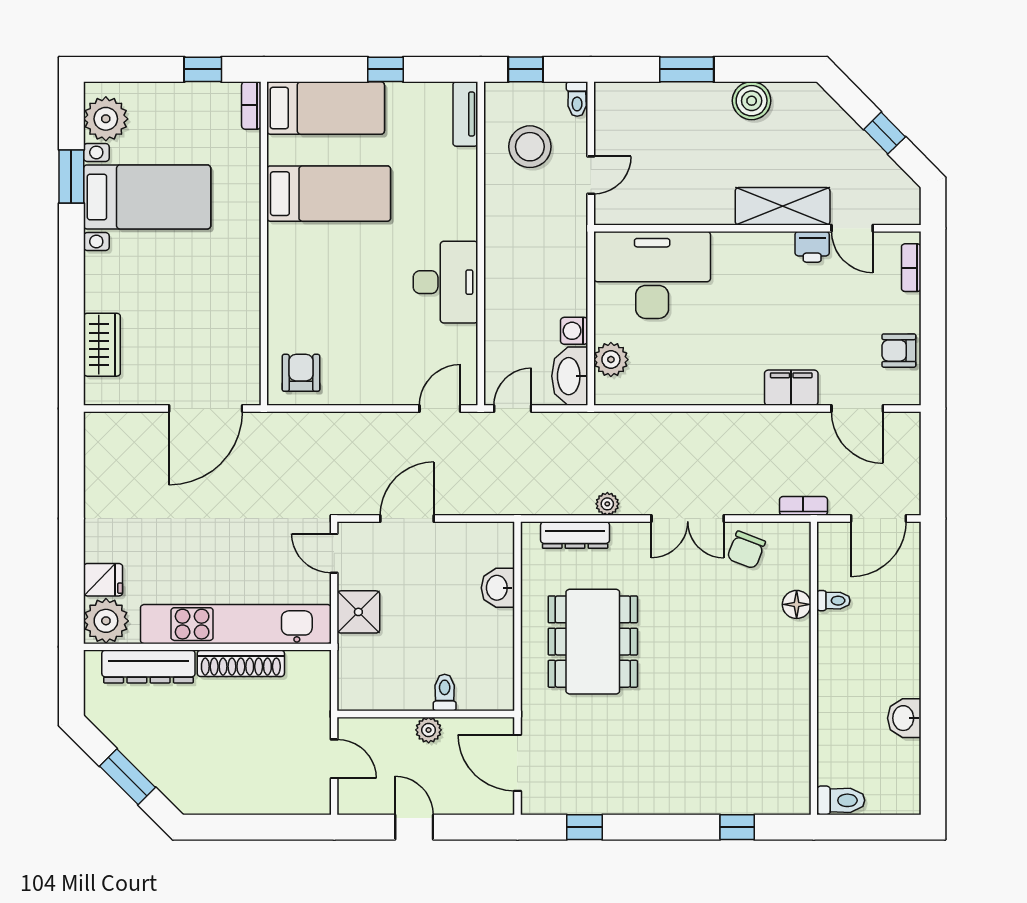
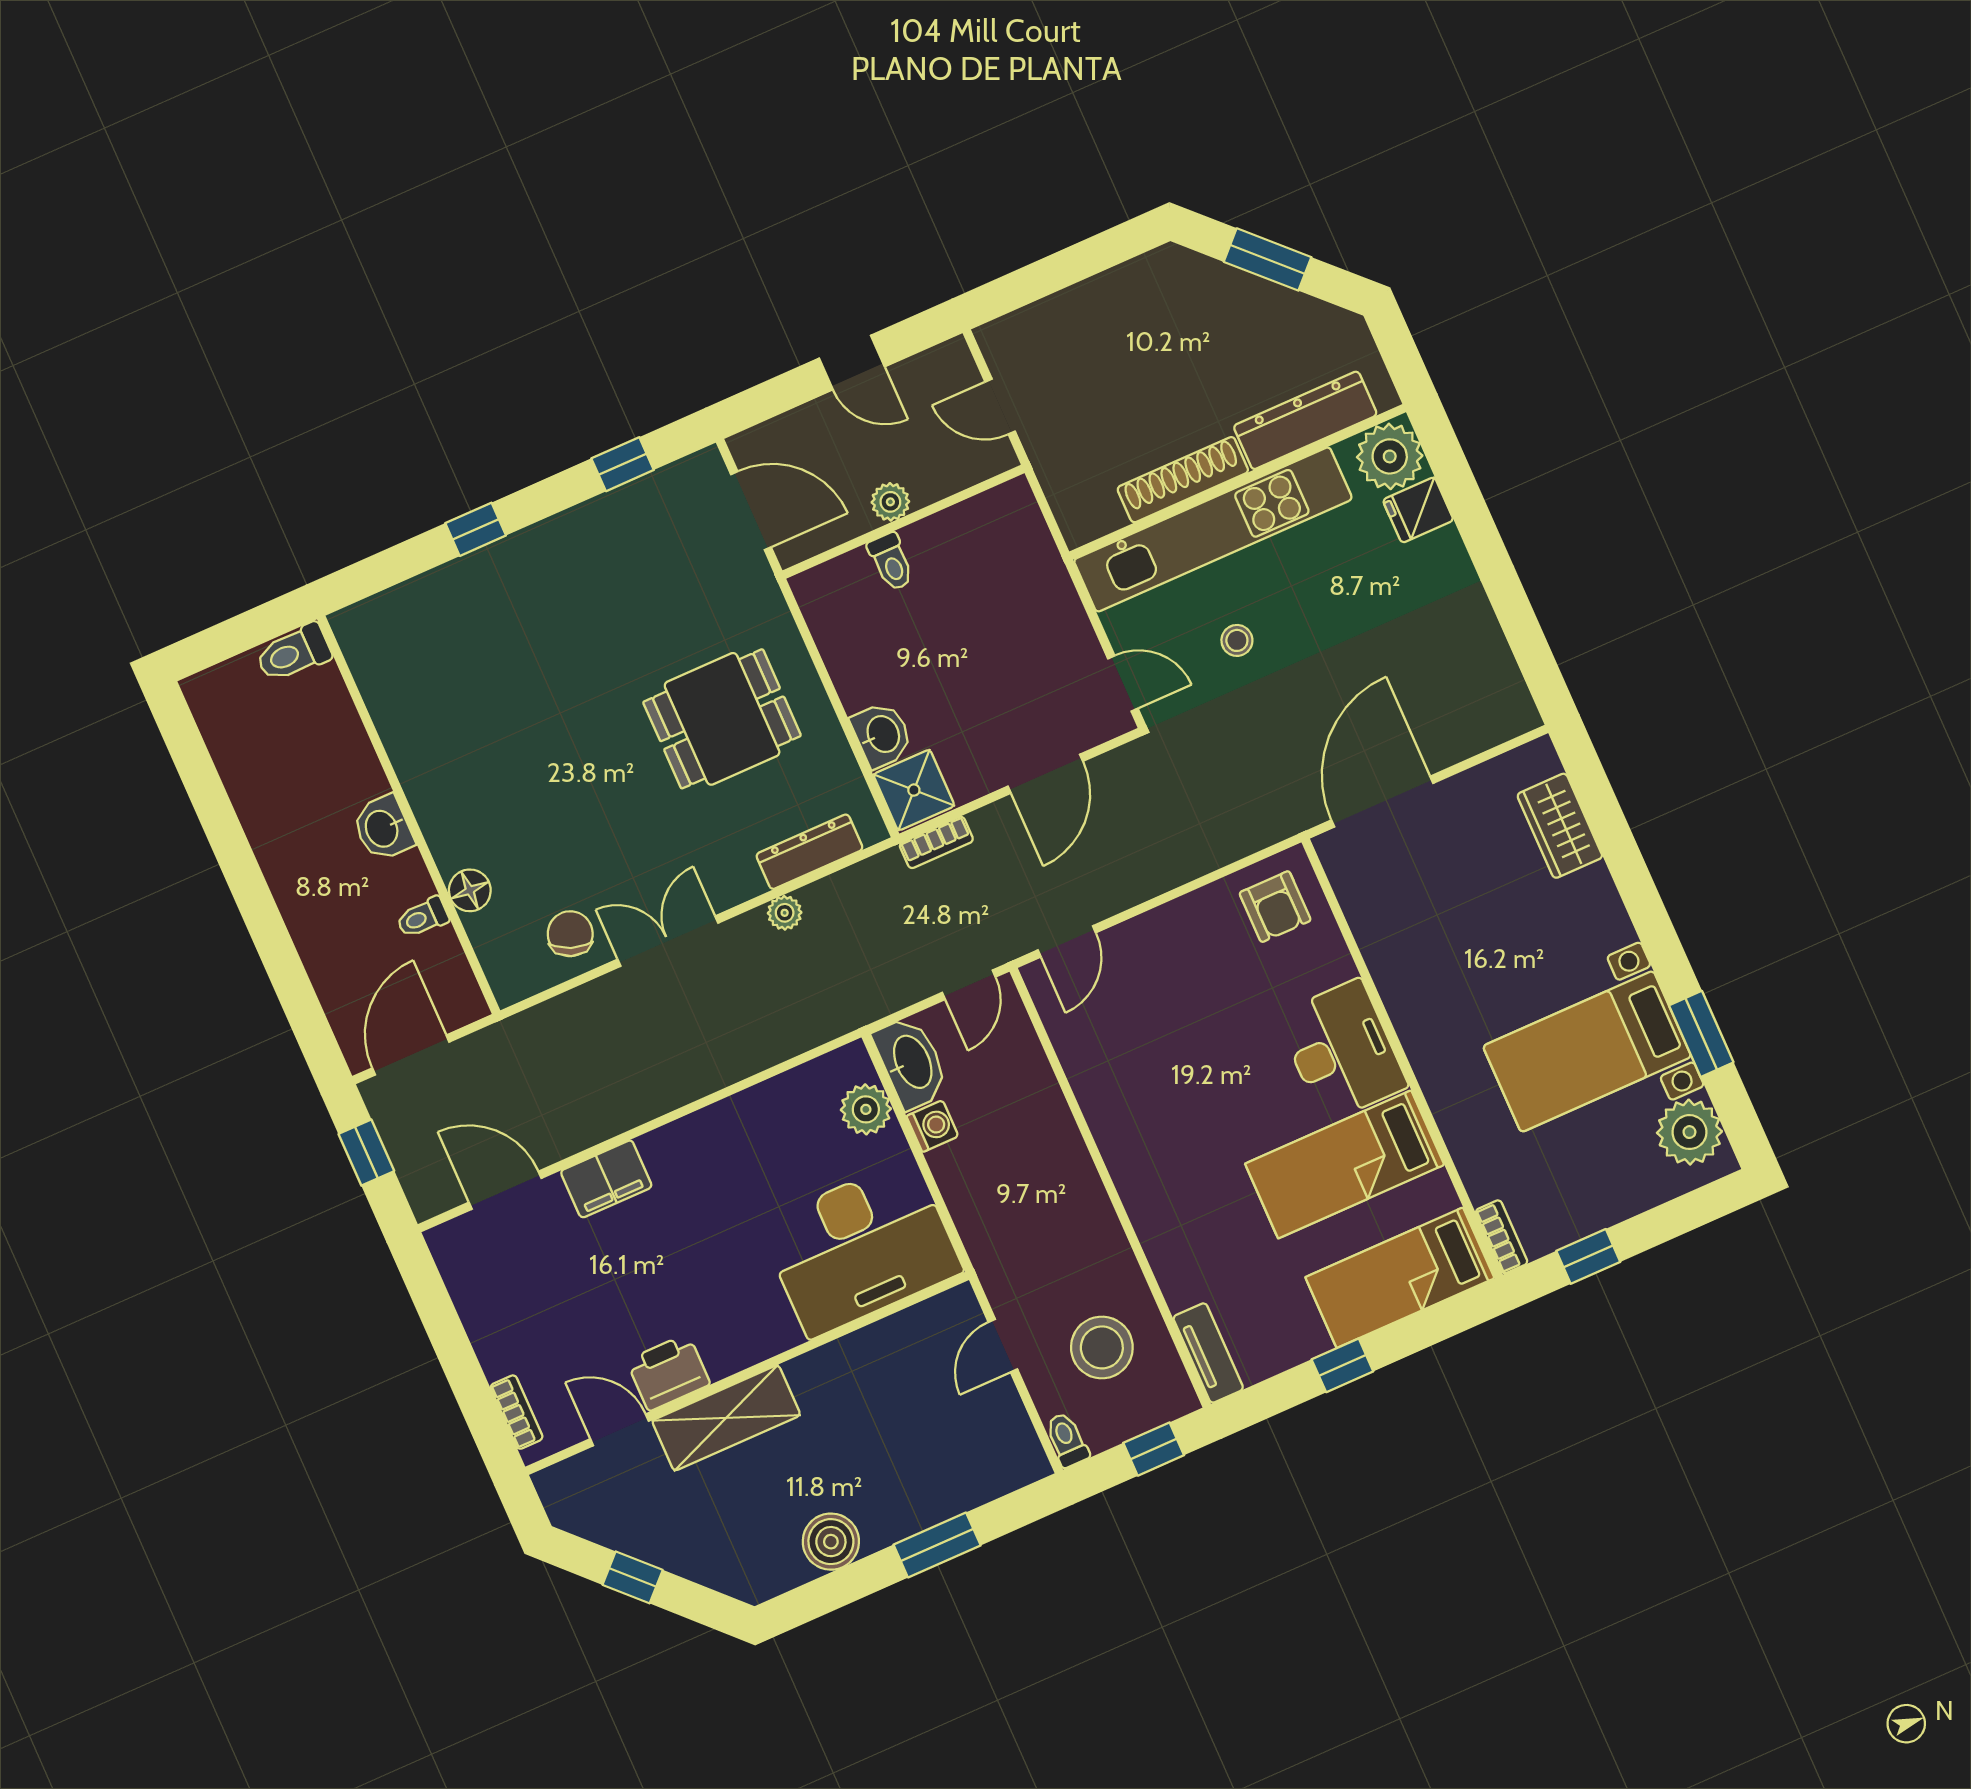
printer: (812, 247) -> (668, 1372), width x1.36, depth x1.24
desk: (446, 282) -> (1342, 1051), moved, turned 180
armchair: (899, 351) -> (484, 1293), removed
window: (933, 470) -> (366, 1152), added
bookcase: (803, 506) -> (936, 842), moved
stool: (251, 549) -> (1237, 640), added
shower: (358, 612) -> (914, 790), moved
dining table: (593, 642) -> (722, 719), width x0.73
washbasin: (904, 718) -> (383, 828), moved, turned 180
window: (737, 827) -> (476, 529), moved

